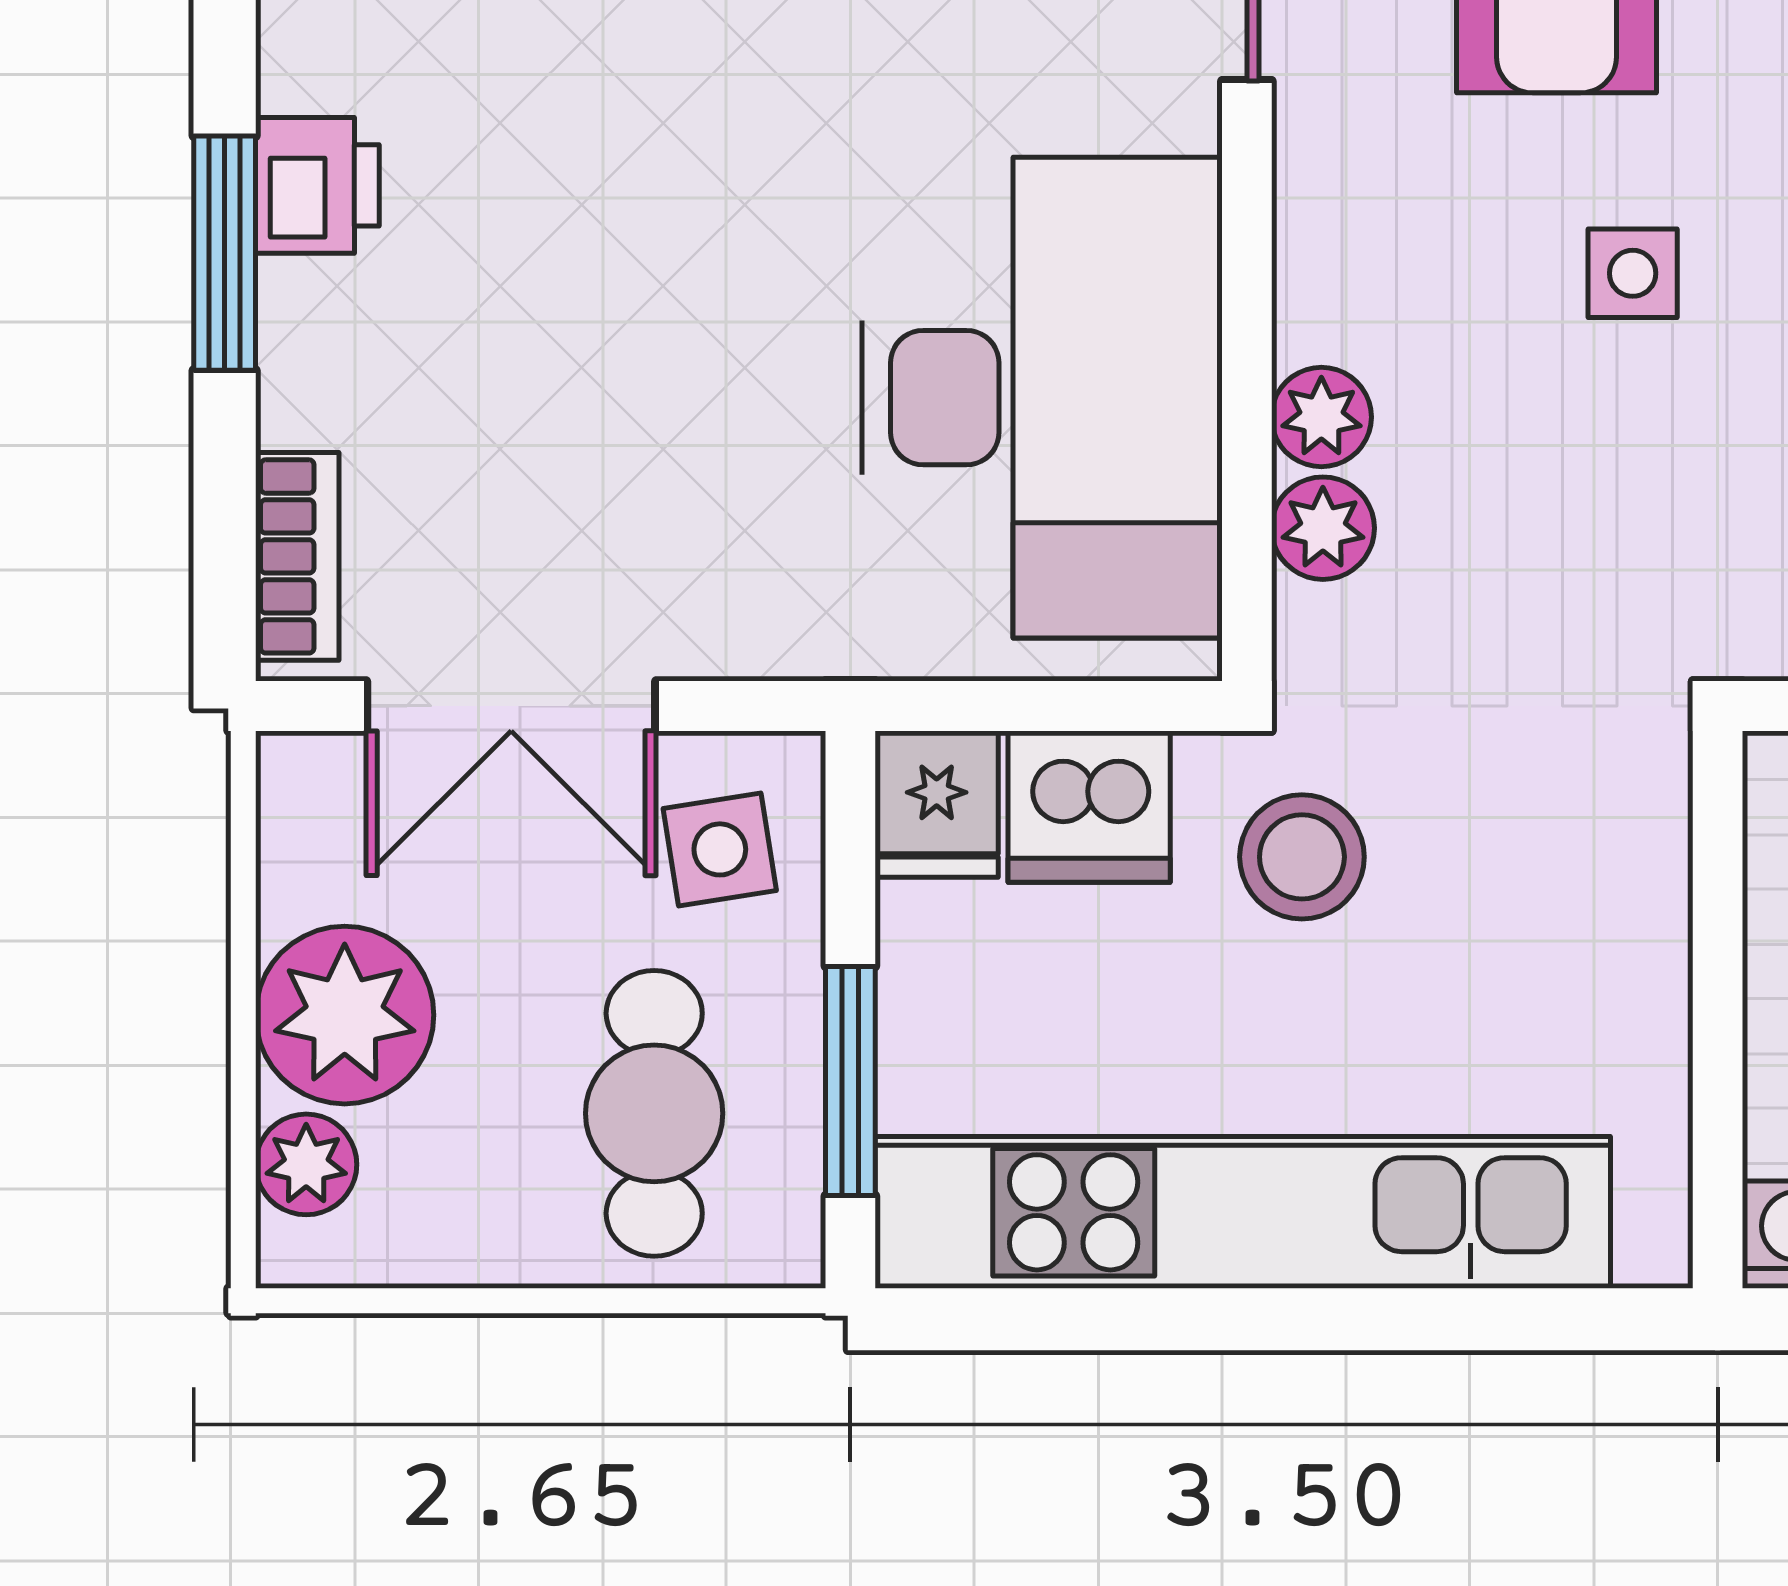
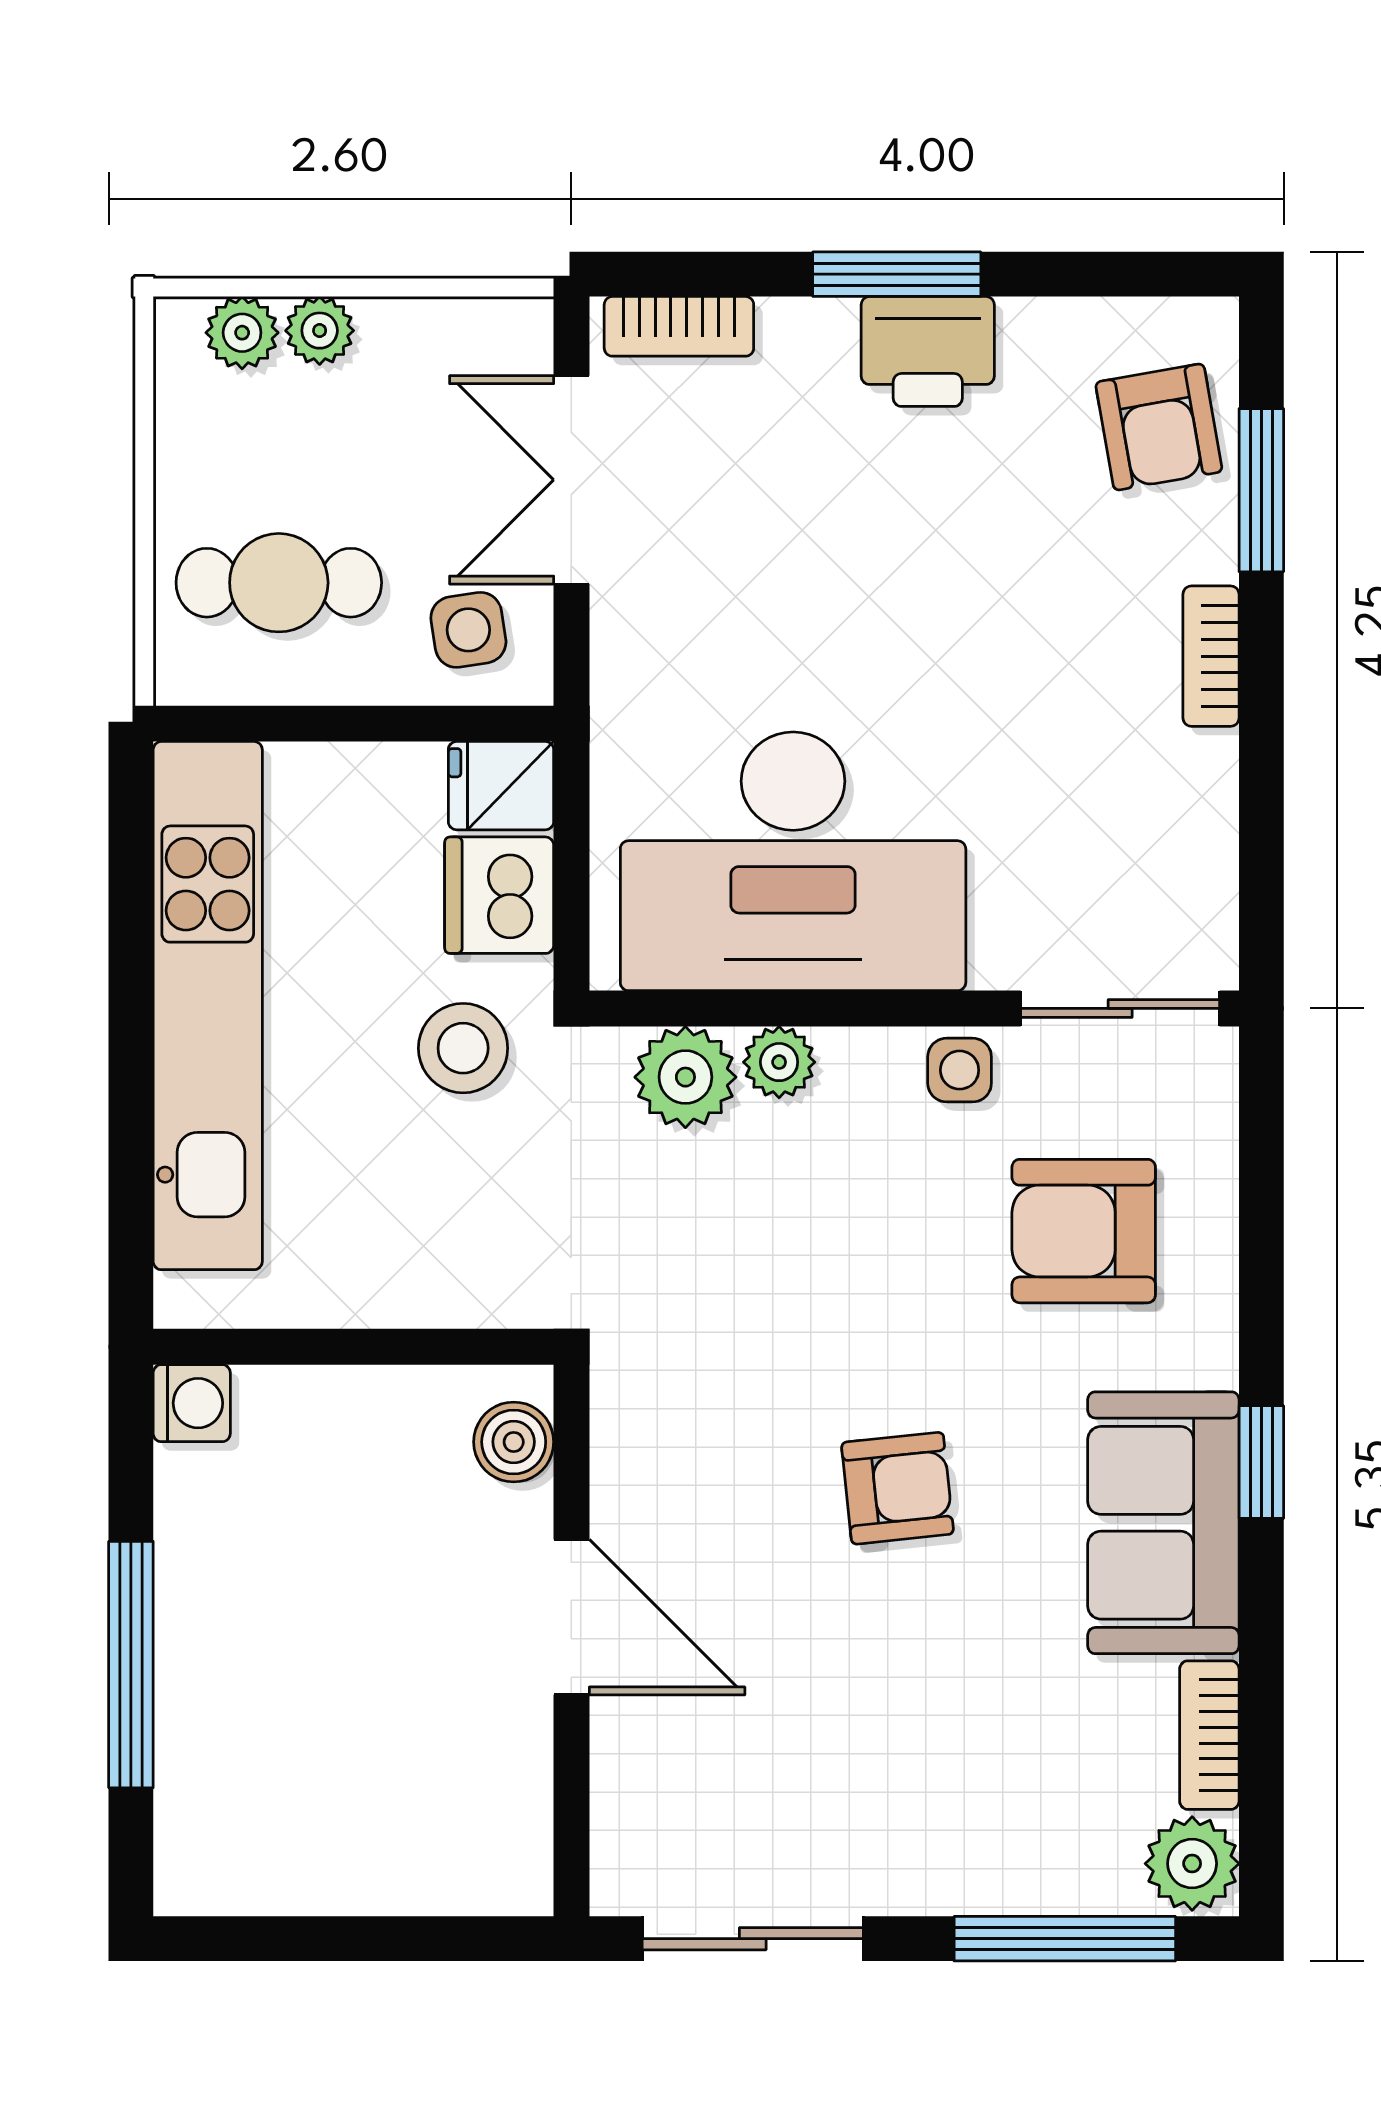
printer: (317, 185) -> (928, 351), width x1.36, depth x1.24
side table: (1633, 273) -> (960, 1070), moved
plant: (1323, 528) -> (685, 1077), width x1.38, depth x1.38
plant: (345, 1015) -> (320, 331), width x0.53, depth x0.53
window: (850, 1081) -> (302, 724), removed

